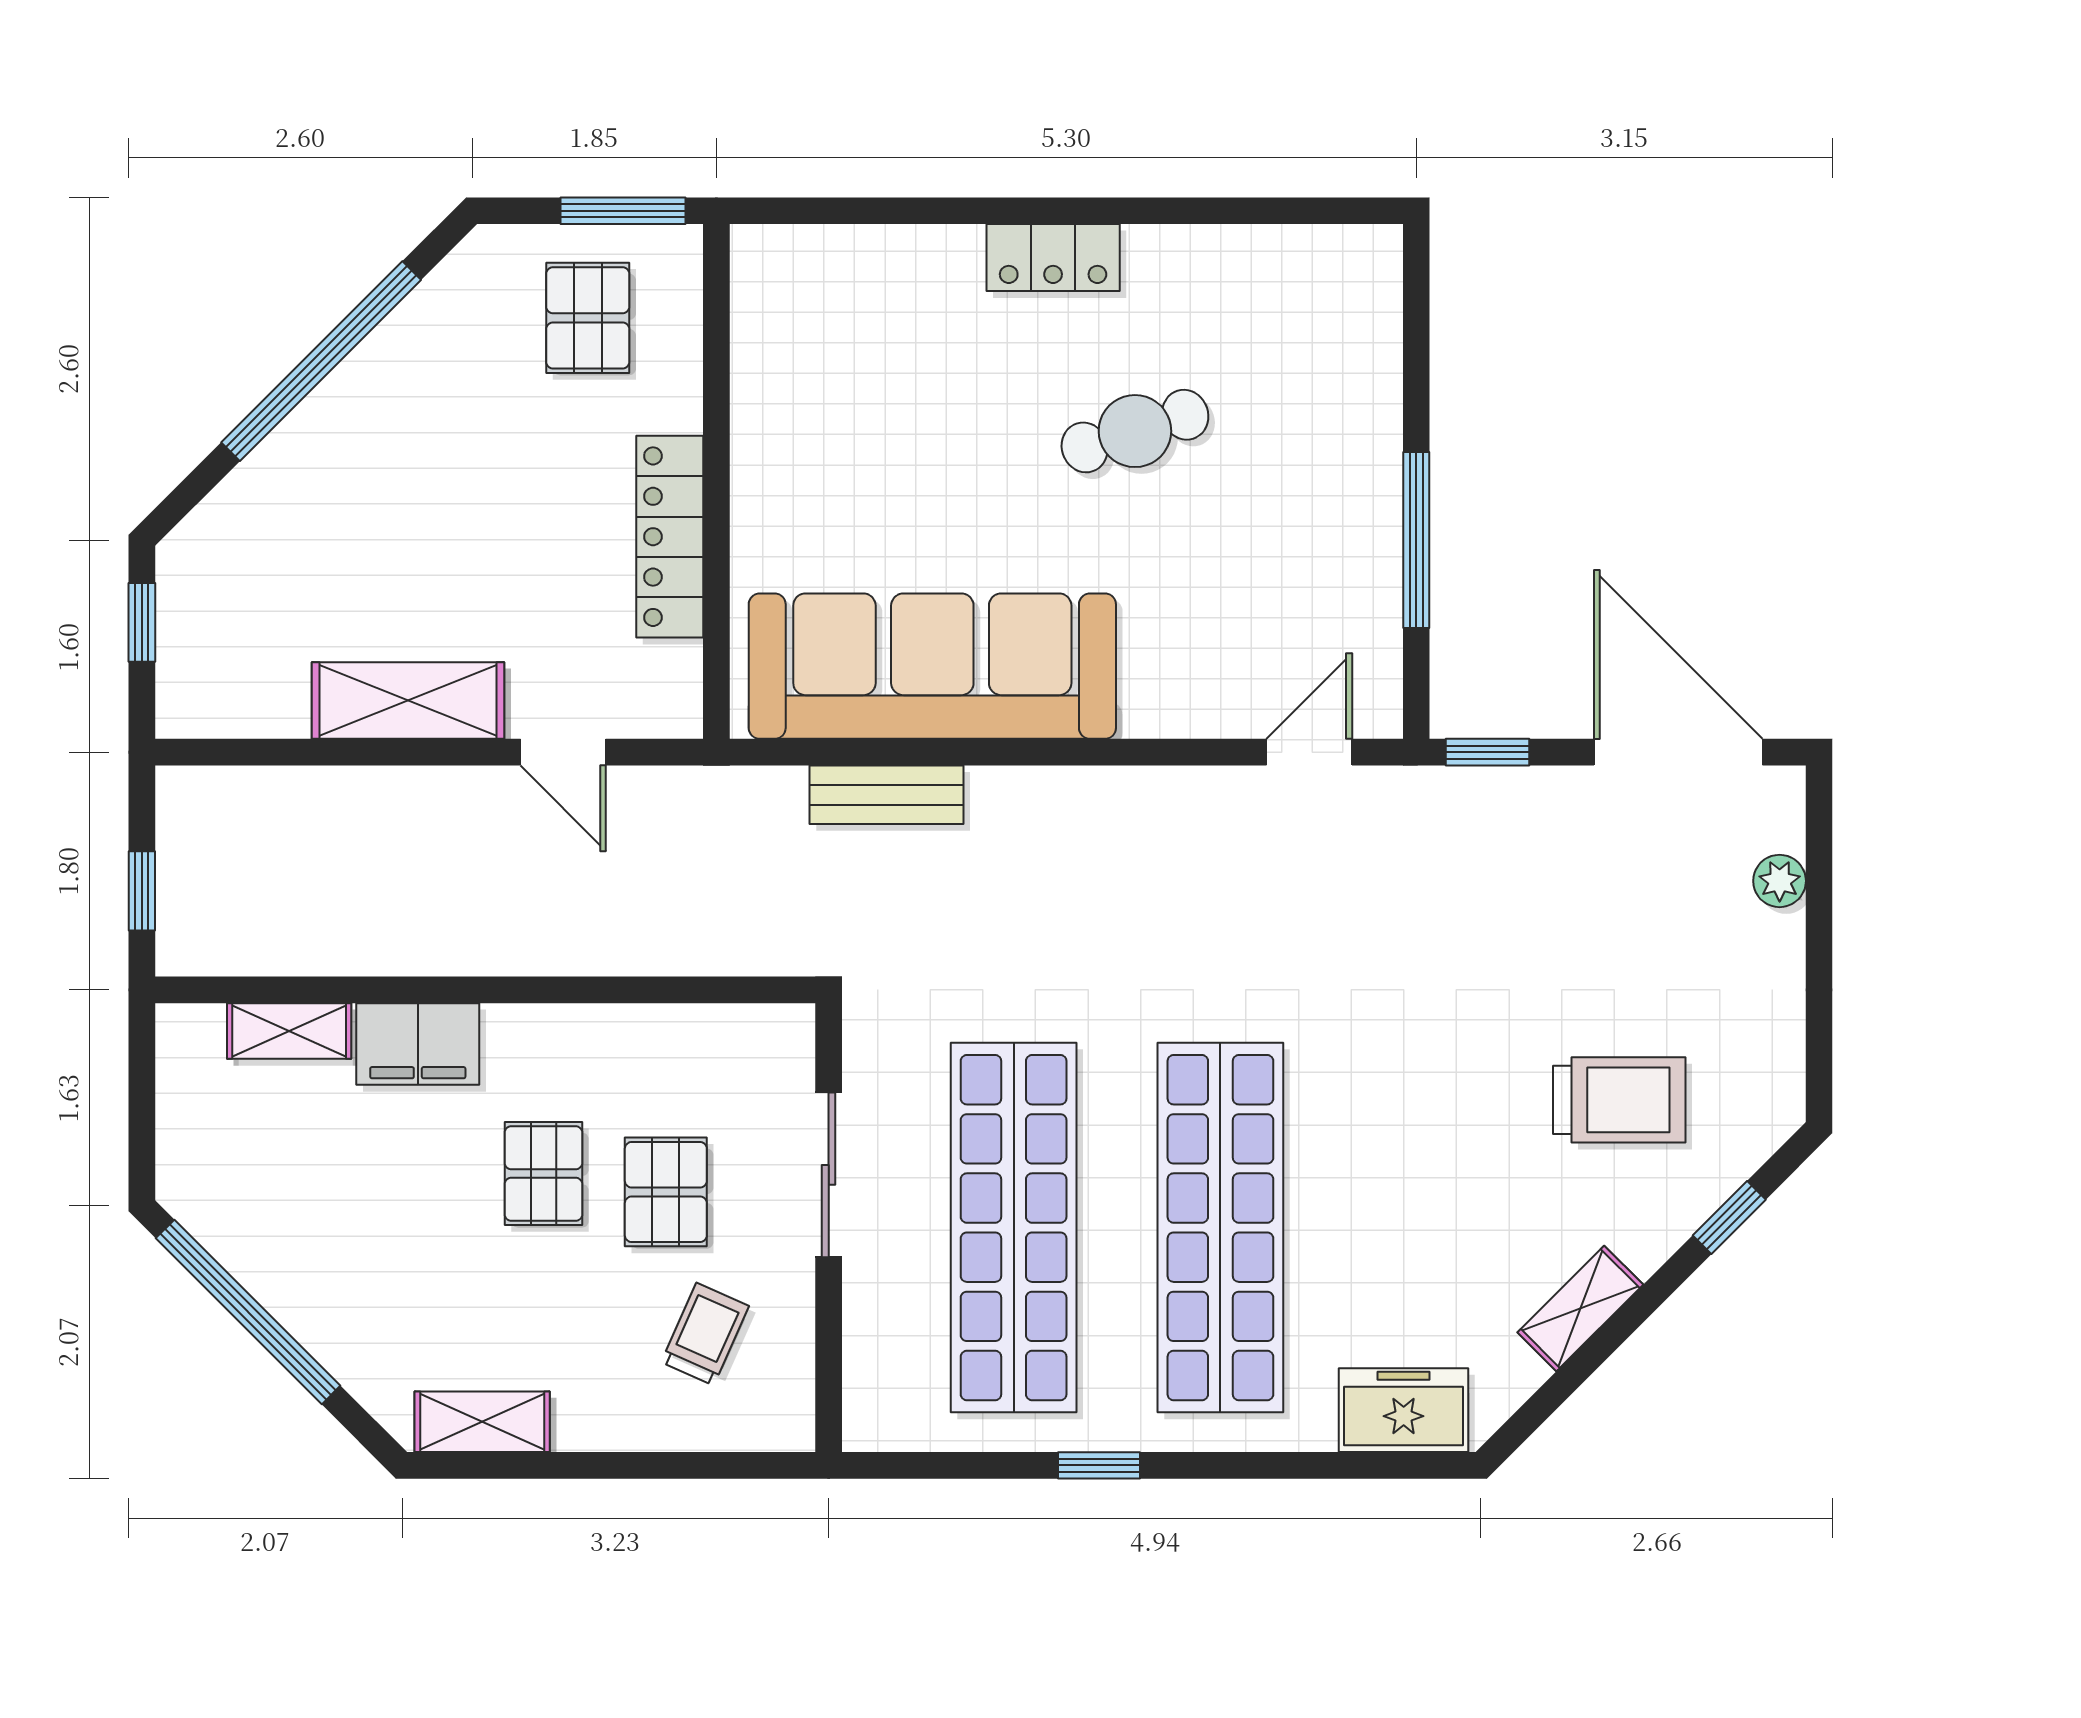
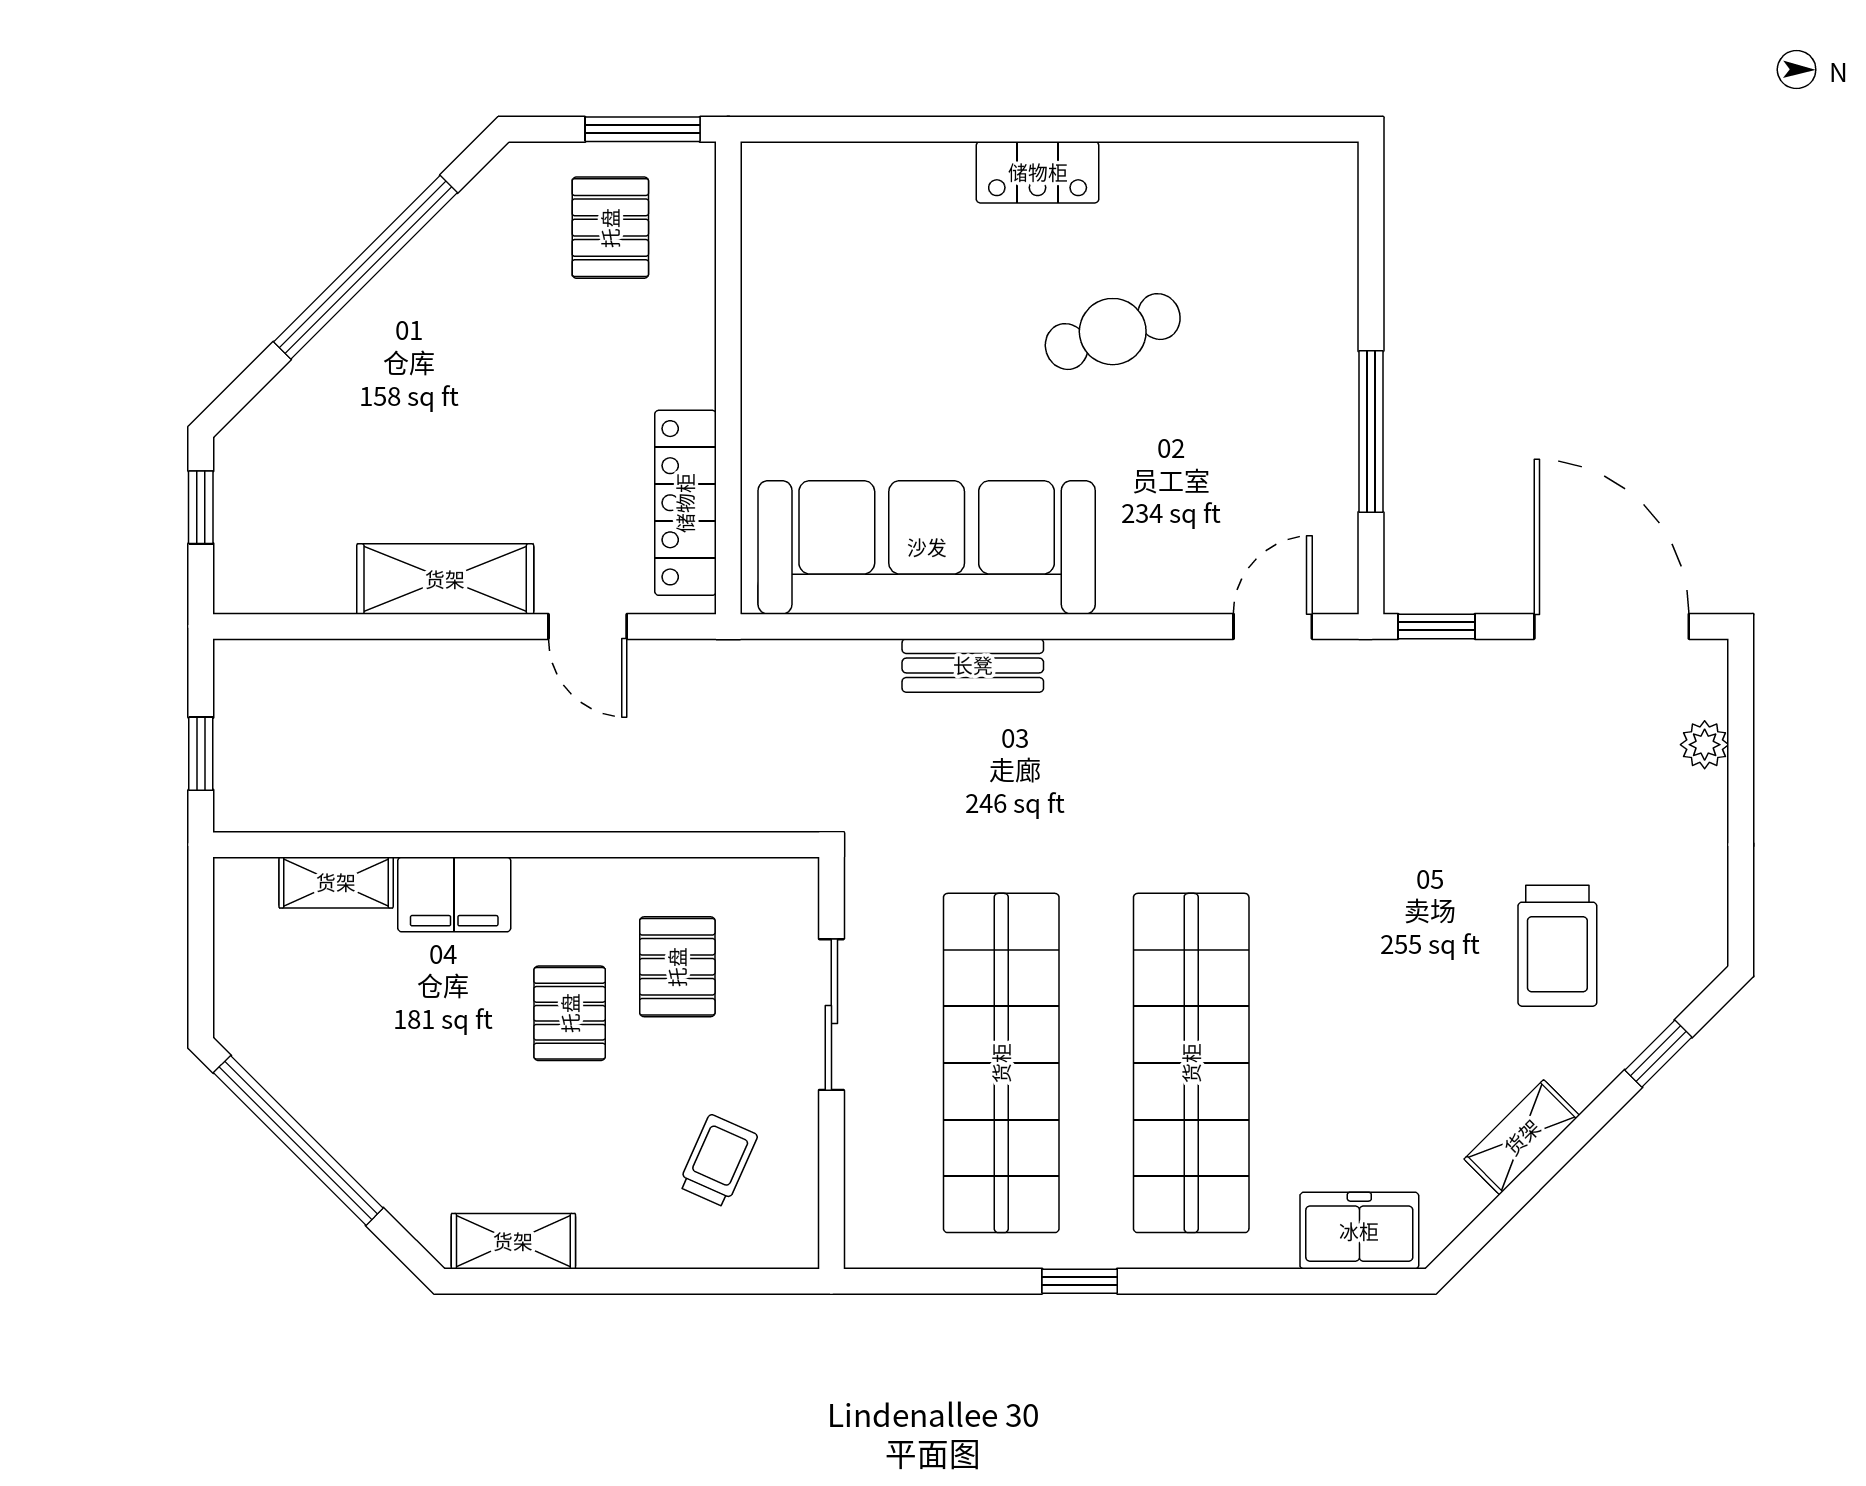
locker: (670, 537) -> (685, 503), moved
bench: (887, 795) -> (973, 665), moved
trolley: (1619, 1100) -> (1557, 946), turned 90
pallet: (666, 1192) -> (677, 967), moved

